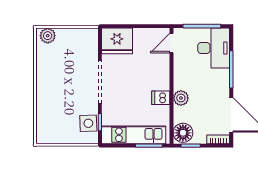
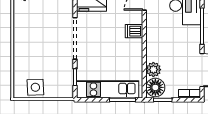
dishwasher: (161, 98) -> (134, 31), moved
plant: (181, 98) -> (153, 70), moved
side table: (88, 123) -> (35, 87), moved

